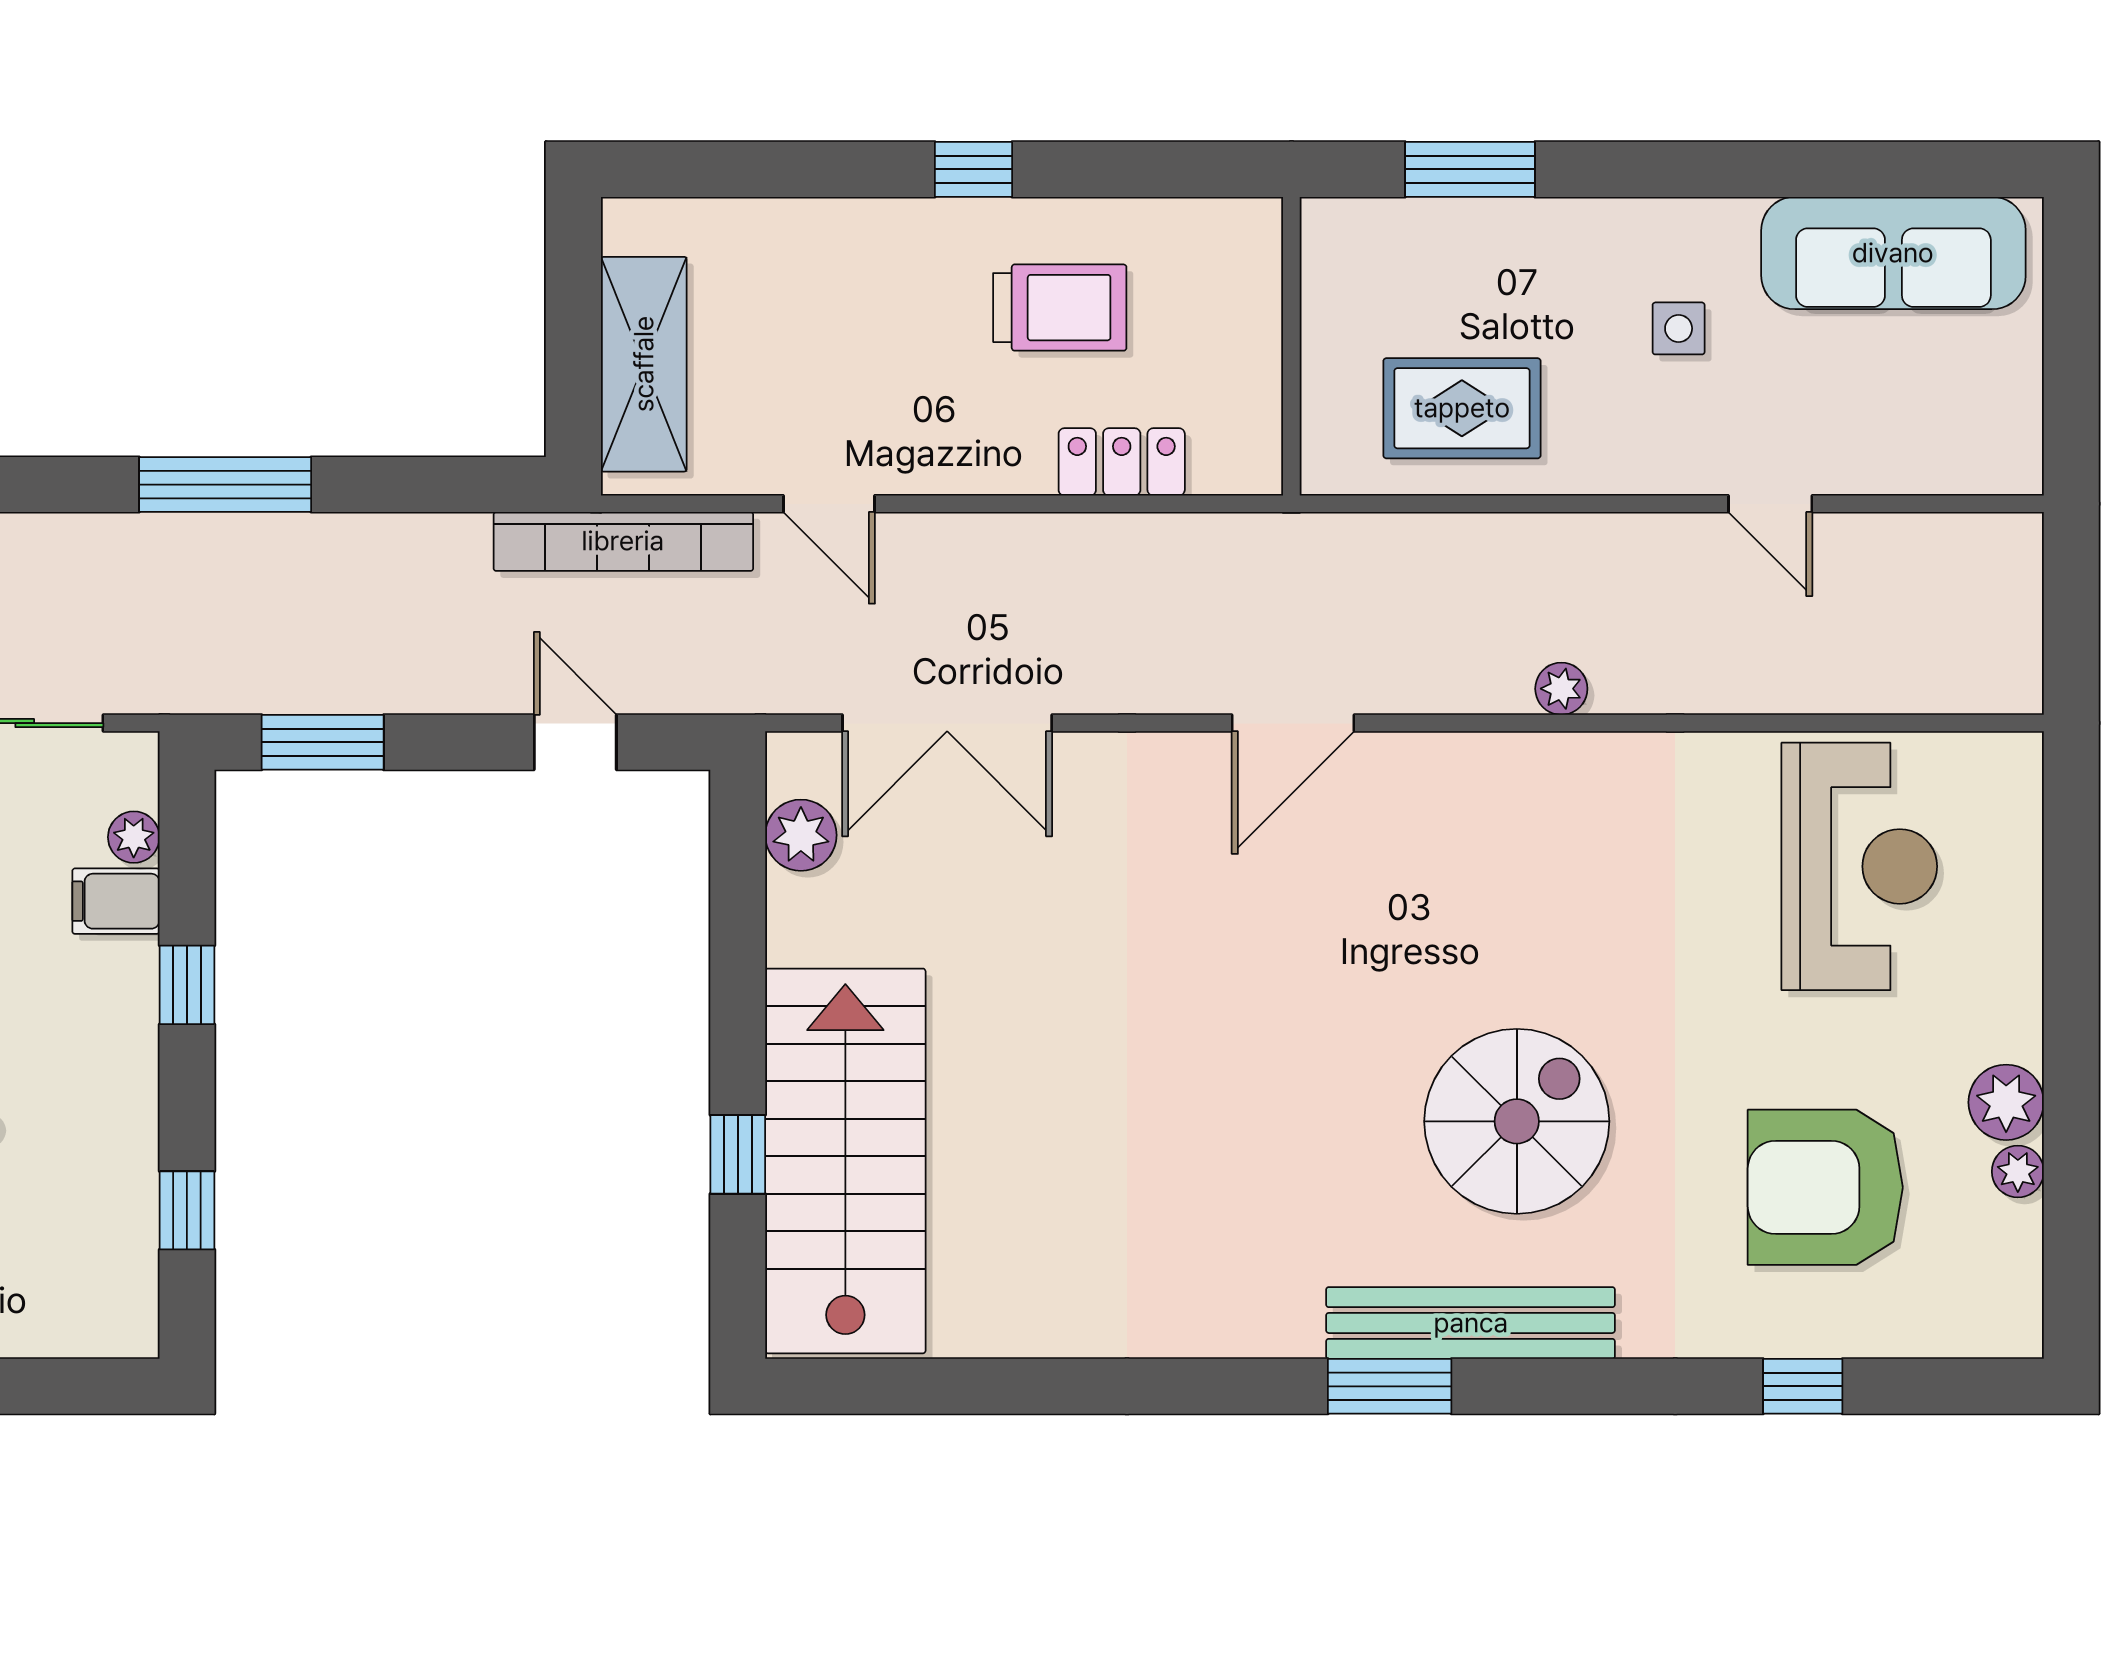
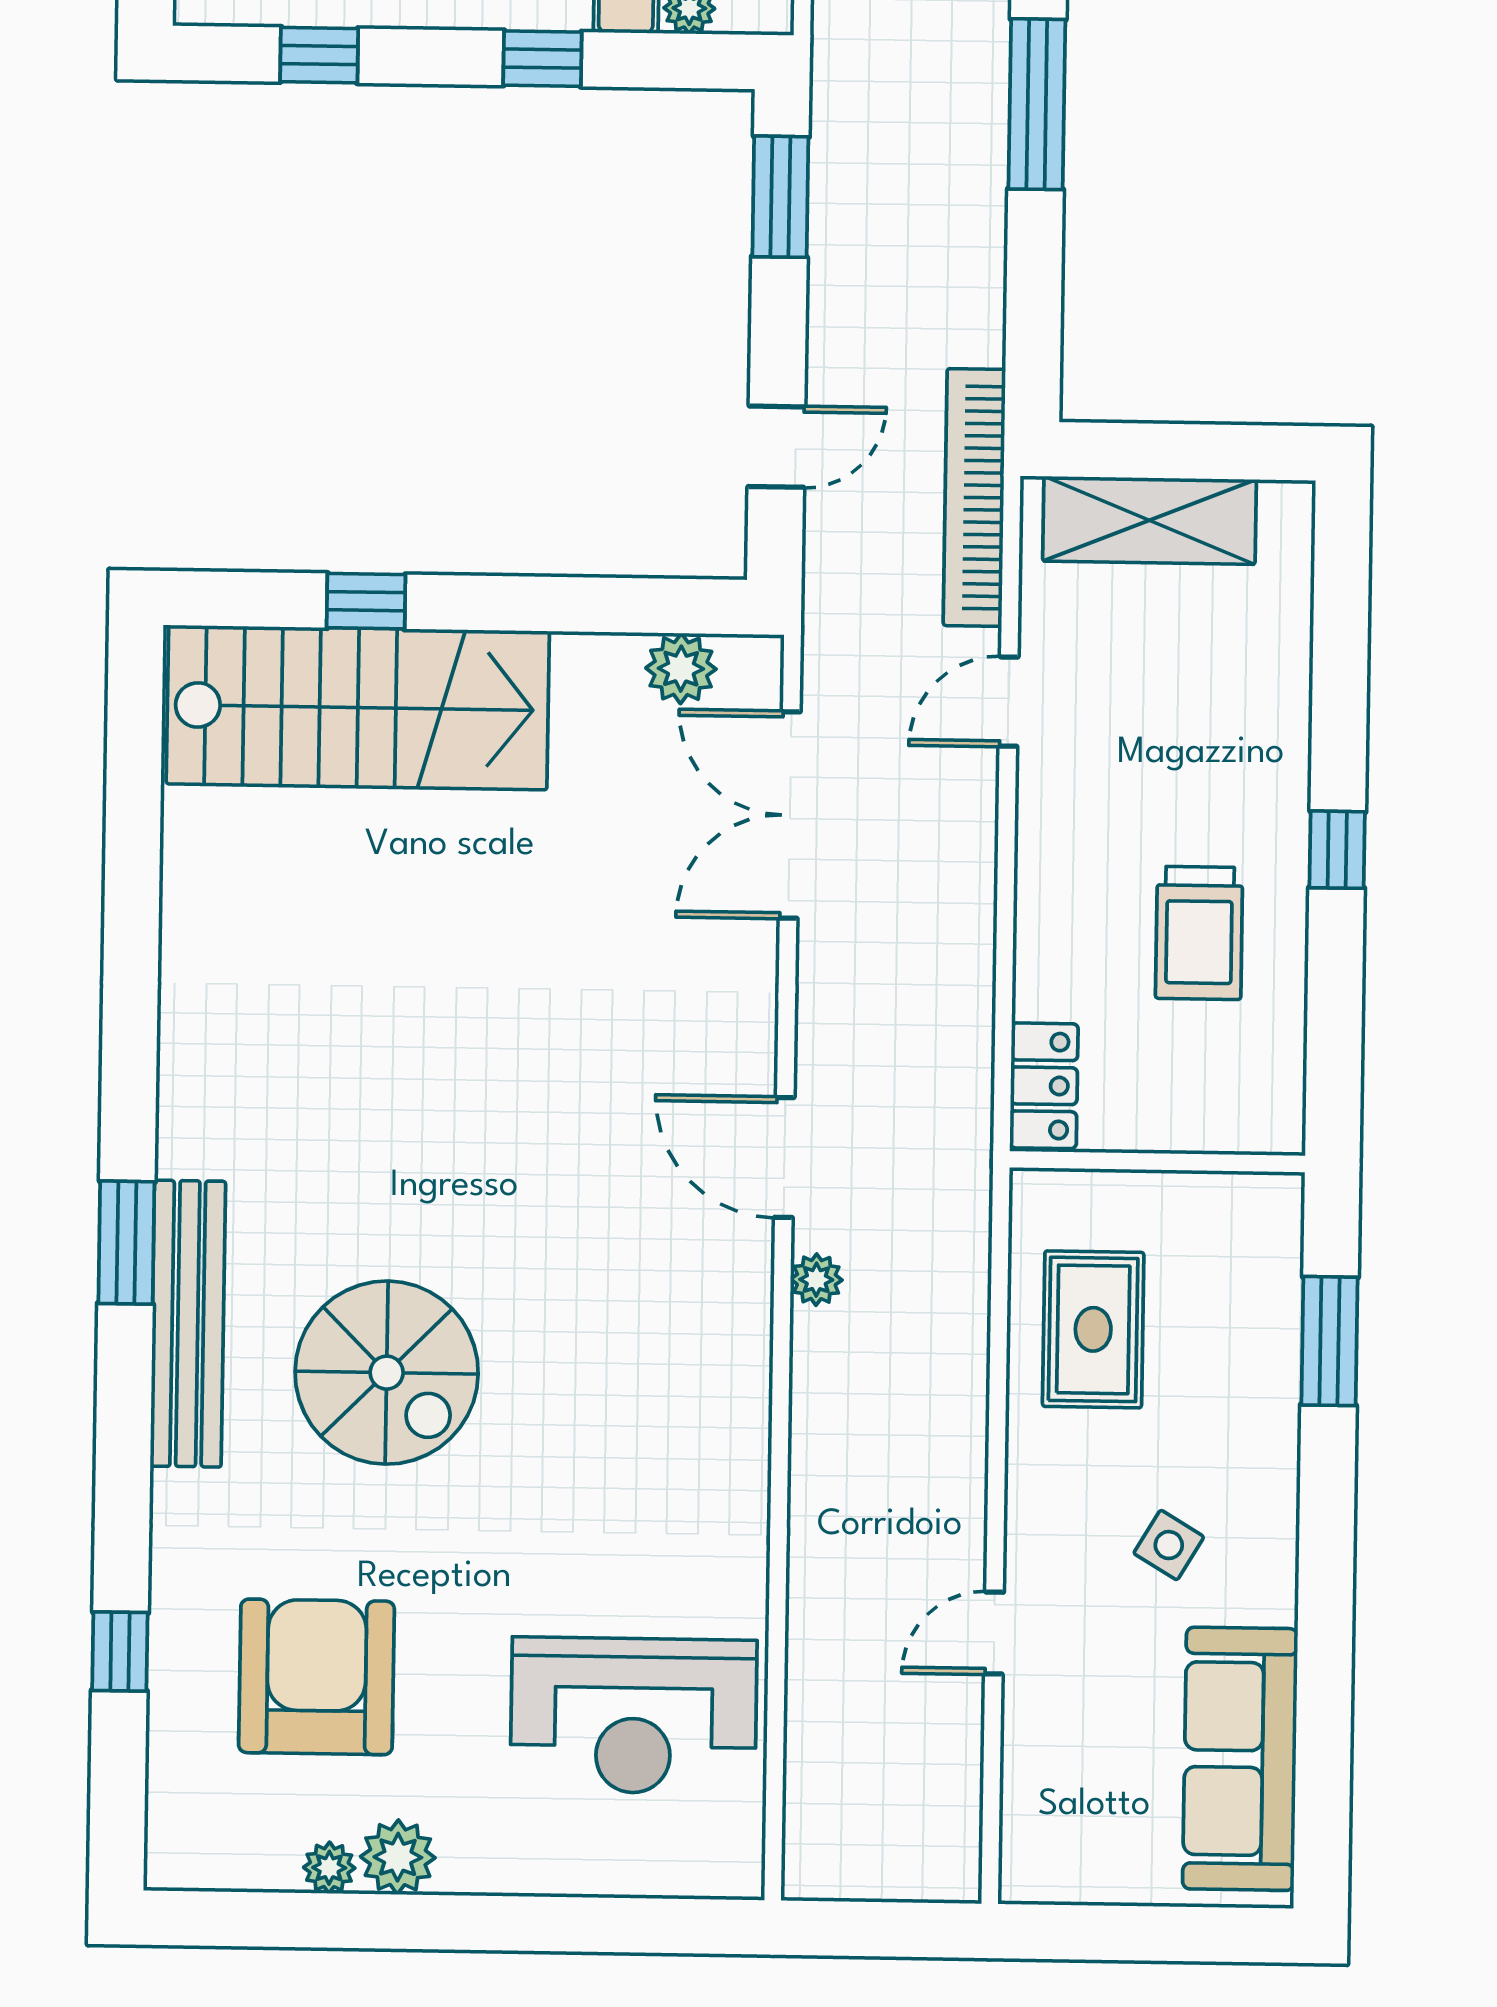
side table: (1679, 328) -> (1169, 1545), turned 31
locker: (1122, 462) -> (1044, 1086), moved
plant: (1561, 689) -> (816, 1280), moved

